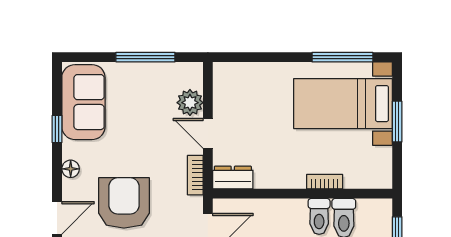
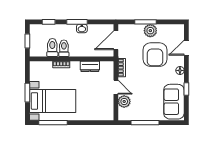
dresser: (233, 178) -> (90, 66), moved

